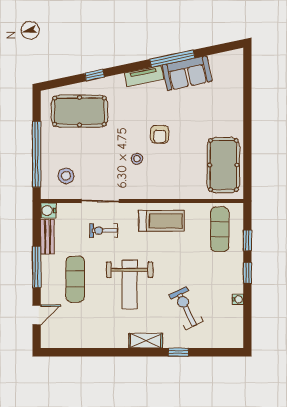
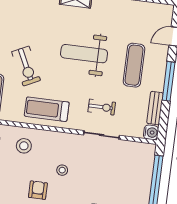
stool: (66, 176) -> (24, 146), moved
weight bench: (130, 285) -> (84, 54), turned -90
exercise bike: (186, 308) -> (26, 66), moved

